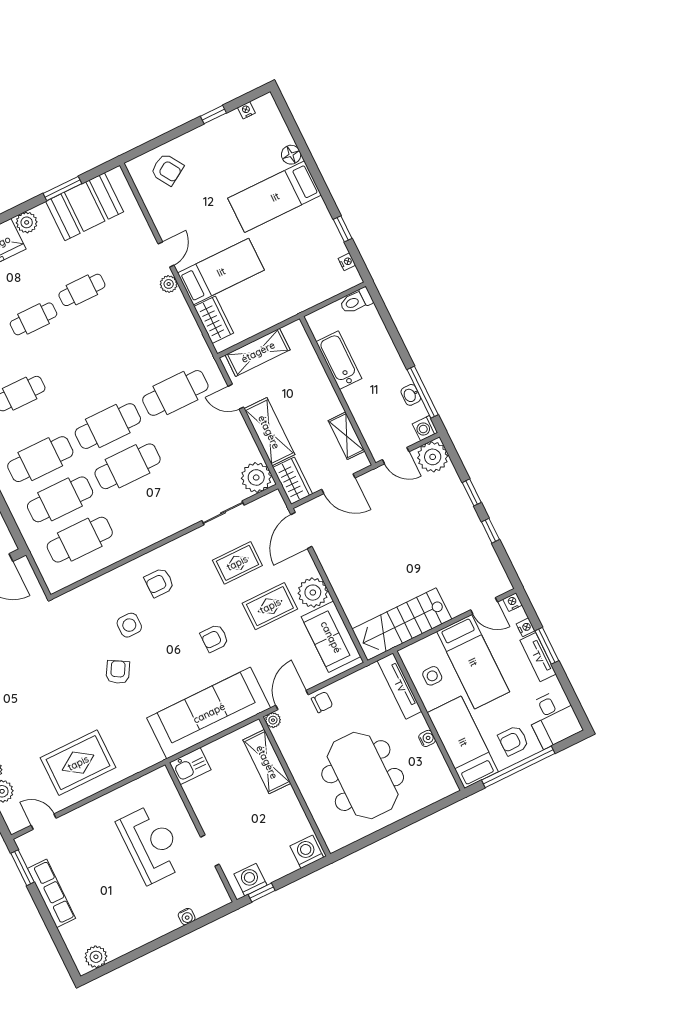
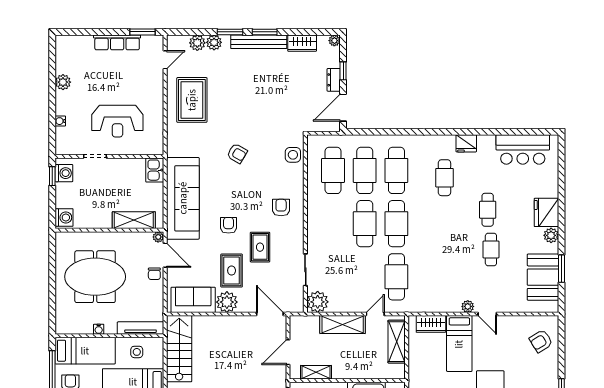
wardrobe: (293, 481) -> (304, 324), removed
rug: (237, 563) -> (260, 247), moved
side table: (129, 625) -> (293, 155), moved
plant: (96, 957) -> (63, 82), moved

